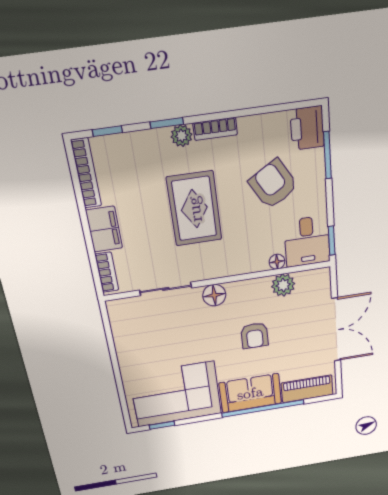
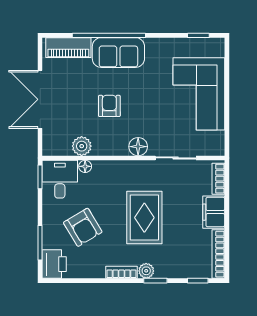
corner sofa: (176, 394) -> (199, 94), moved, turned 90

